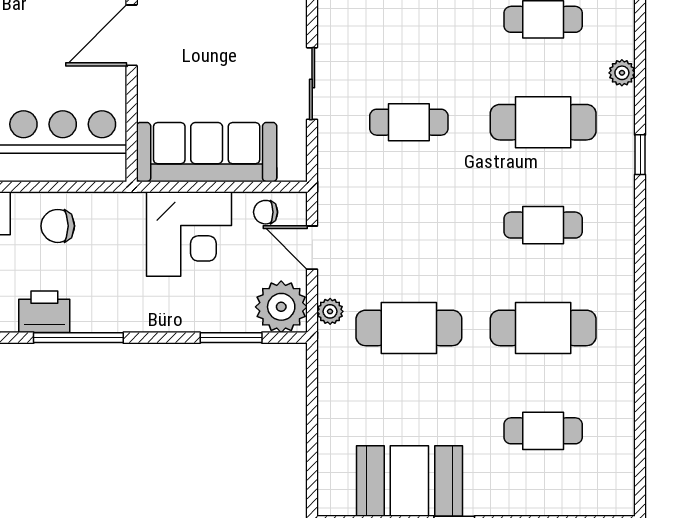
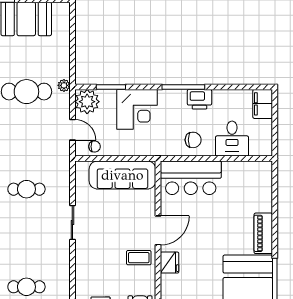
sliding door: (312, 84) -> (72, 223), moved
corner desk: (189, 234) -> (137, 109), moved, turned 180
plant: (330, 311) -> (64, 85), moved

